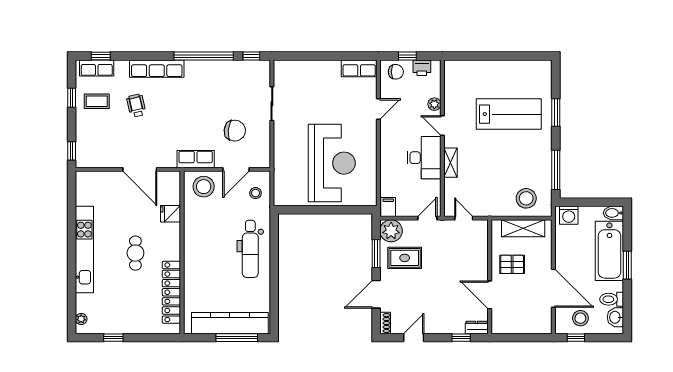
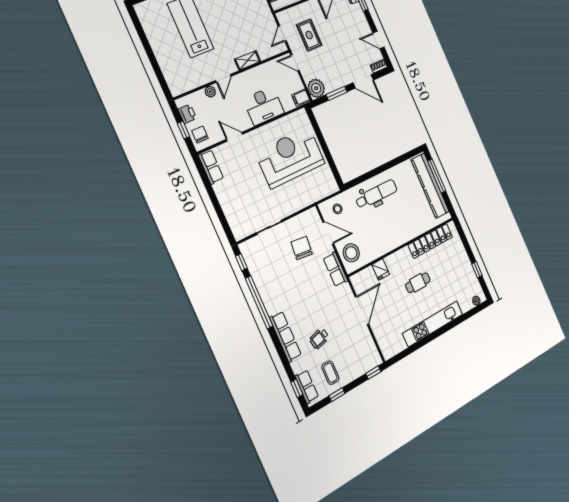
desk: (424, 158) -> (264, 106), moved, turned 180
rug: (405, 258) -> (309, 35), moved

